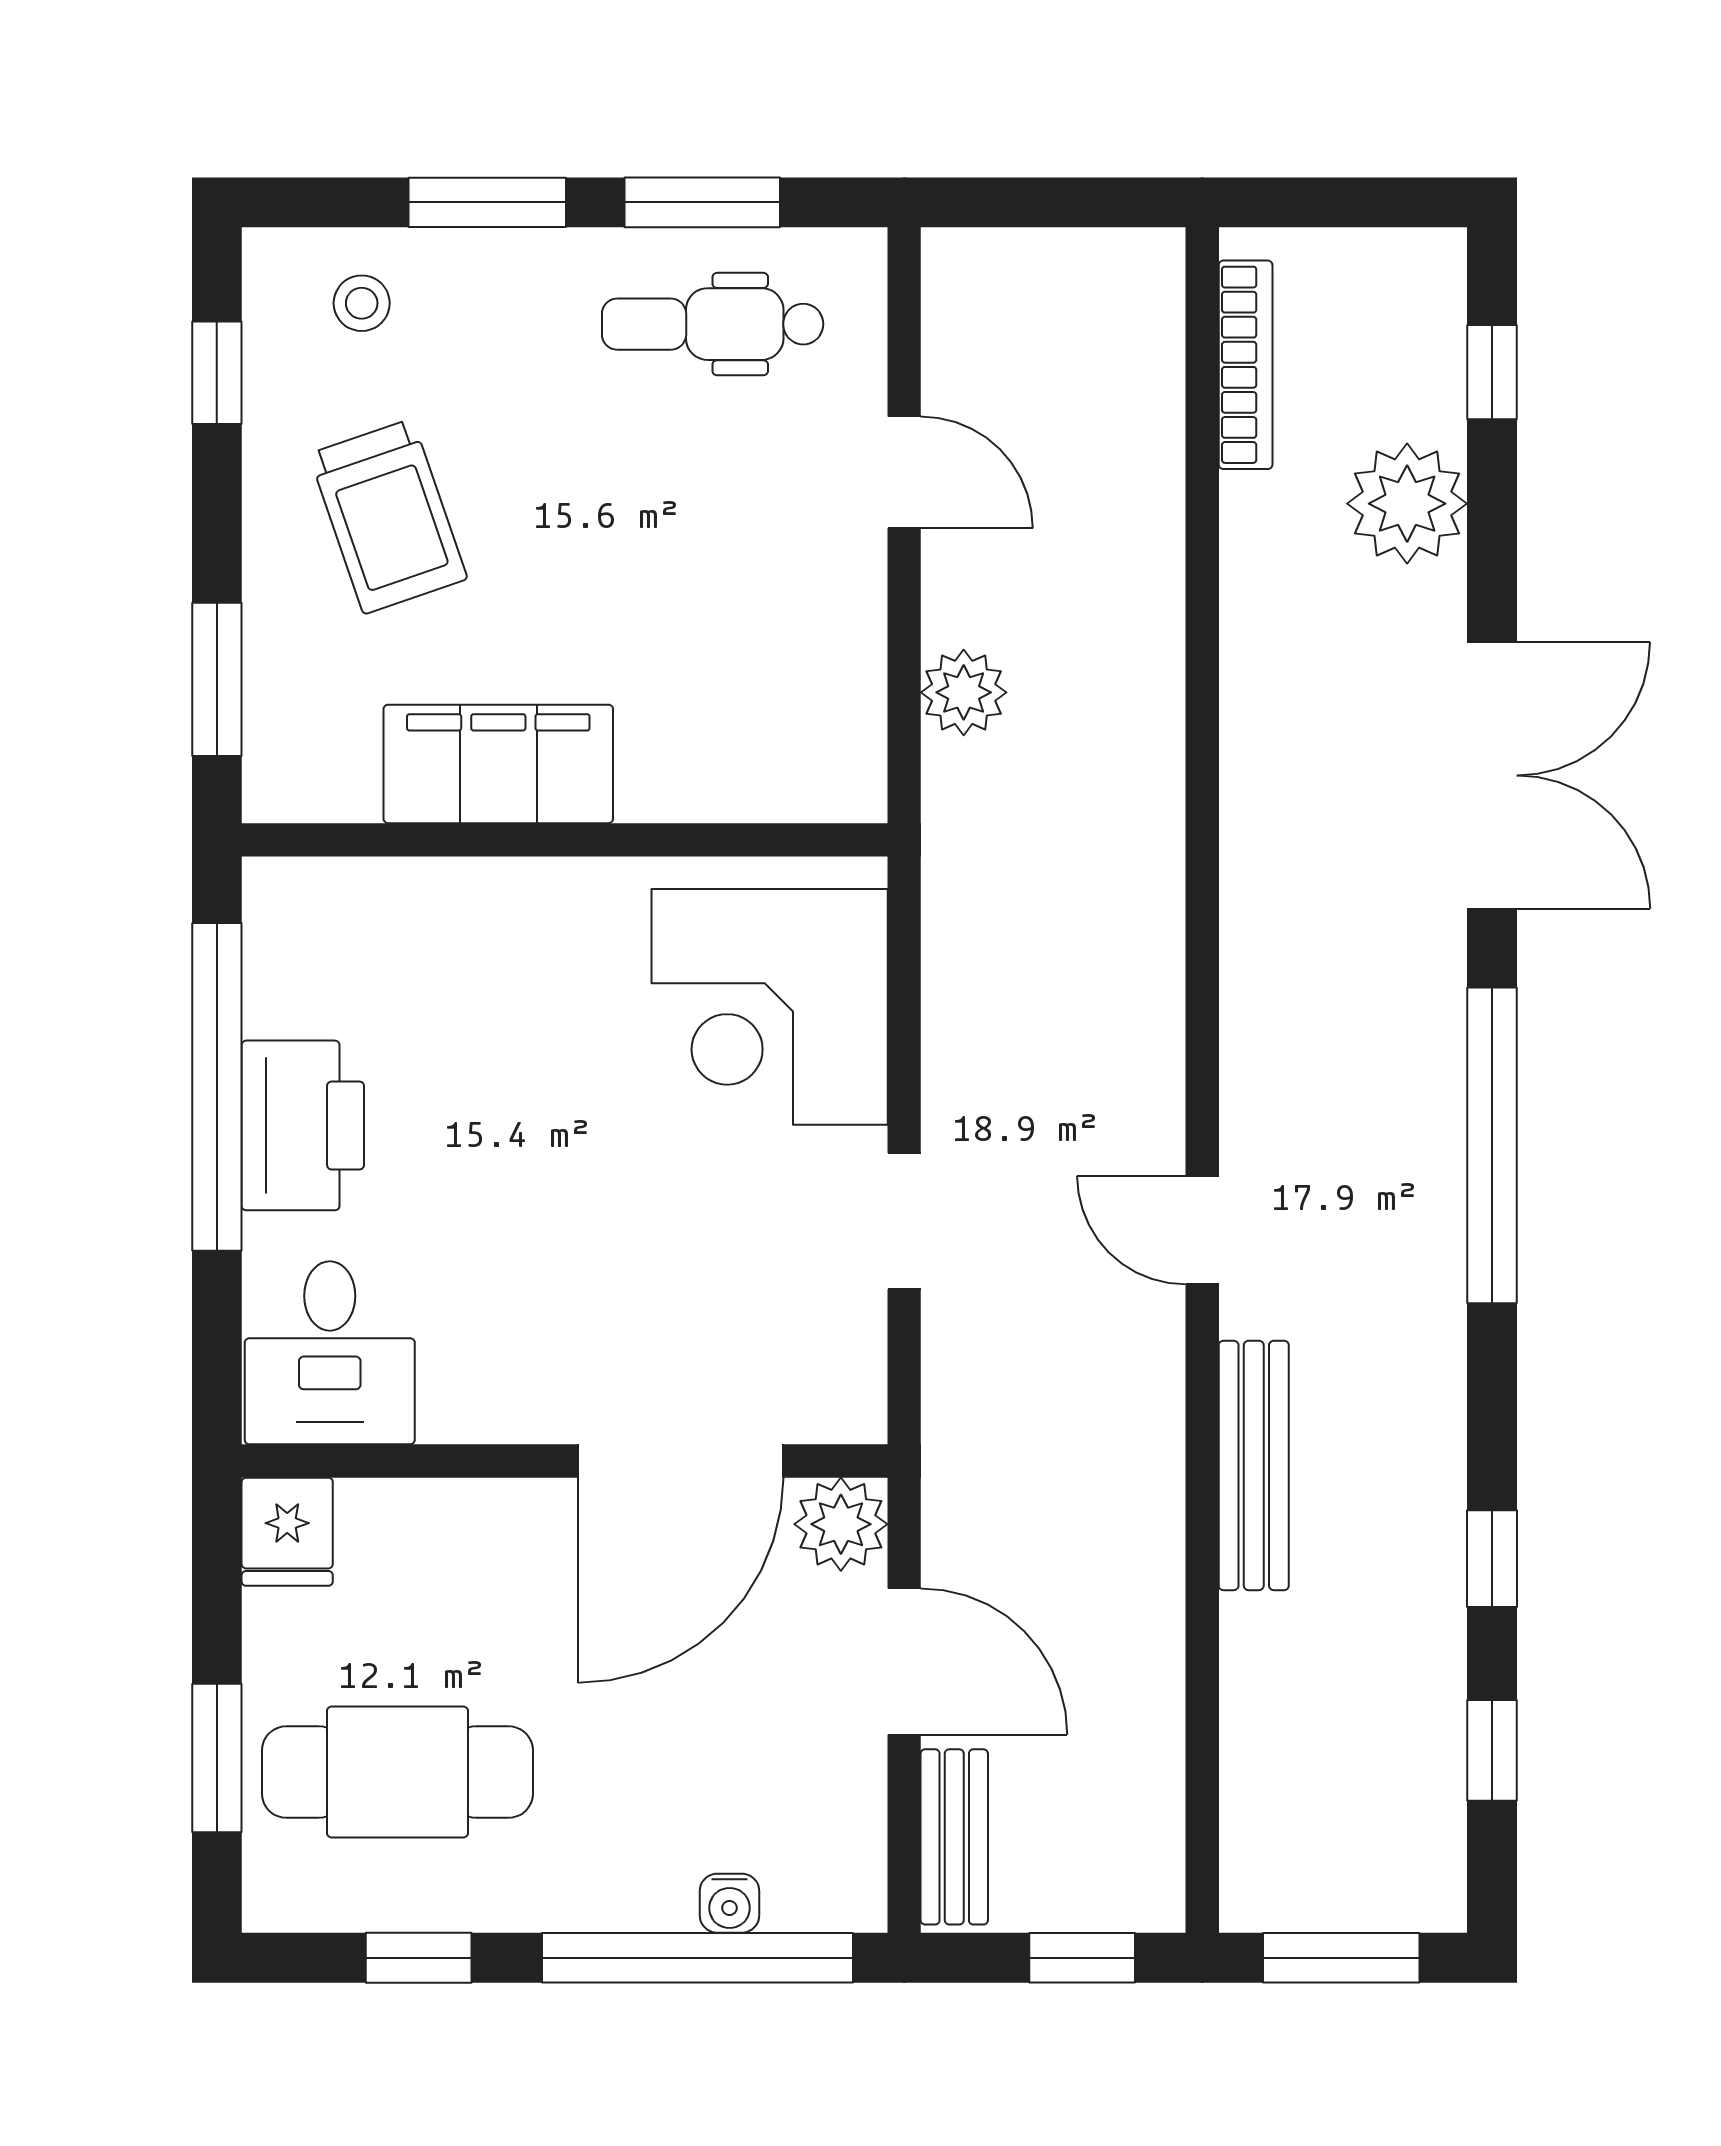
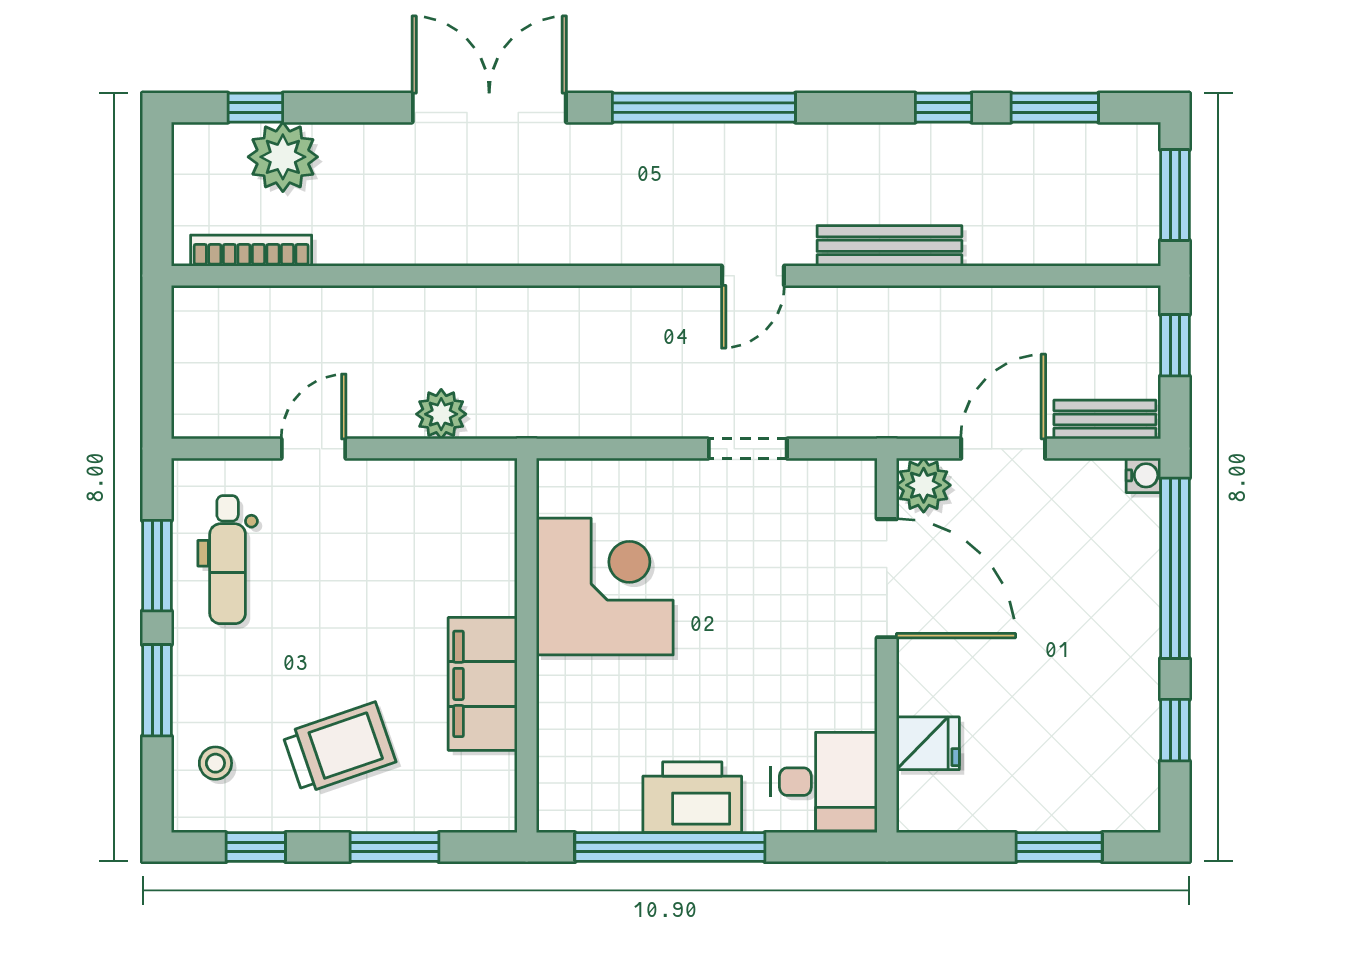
plant: (1407, 504) -> (283, 157), moved
window: (217, 679) -> (394, 847), moved
corner desk: (770, 1007) -> (605, 587), moved, turned -90
fridge: (287, 1532) -> (928, 743), moved
window: (1492, 1750) -> (1055, 108), width x1.50
cafe table: (397, 1772) -> (1067, 742), removed
water cooler: (730, 1903) -> (1143, 475), moved

